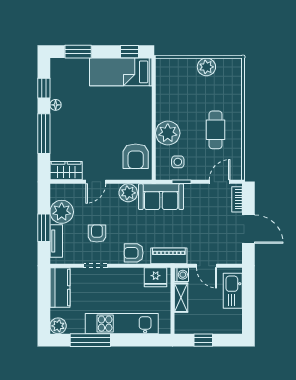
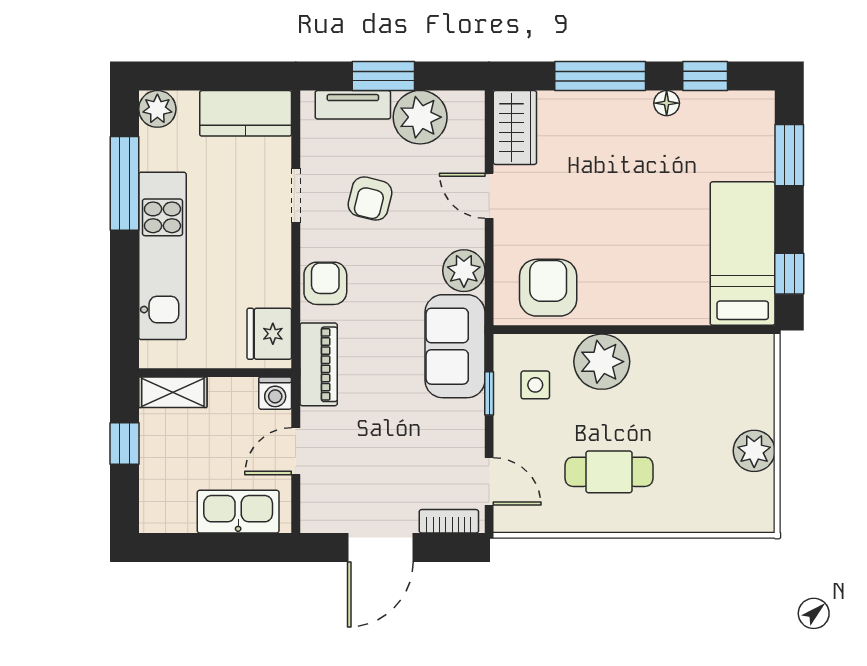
armchair: (136, 156) -> (548, 288), turned 90
armchair: (97, 234) -> (370, 199), turned 104
shelving: (181, 298) -> (173, 392), moved

